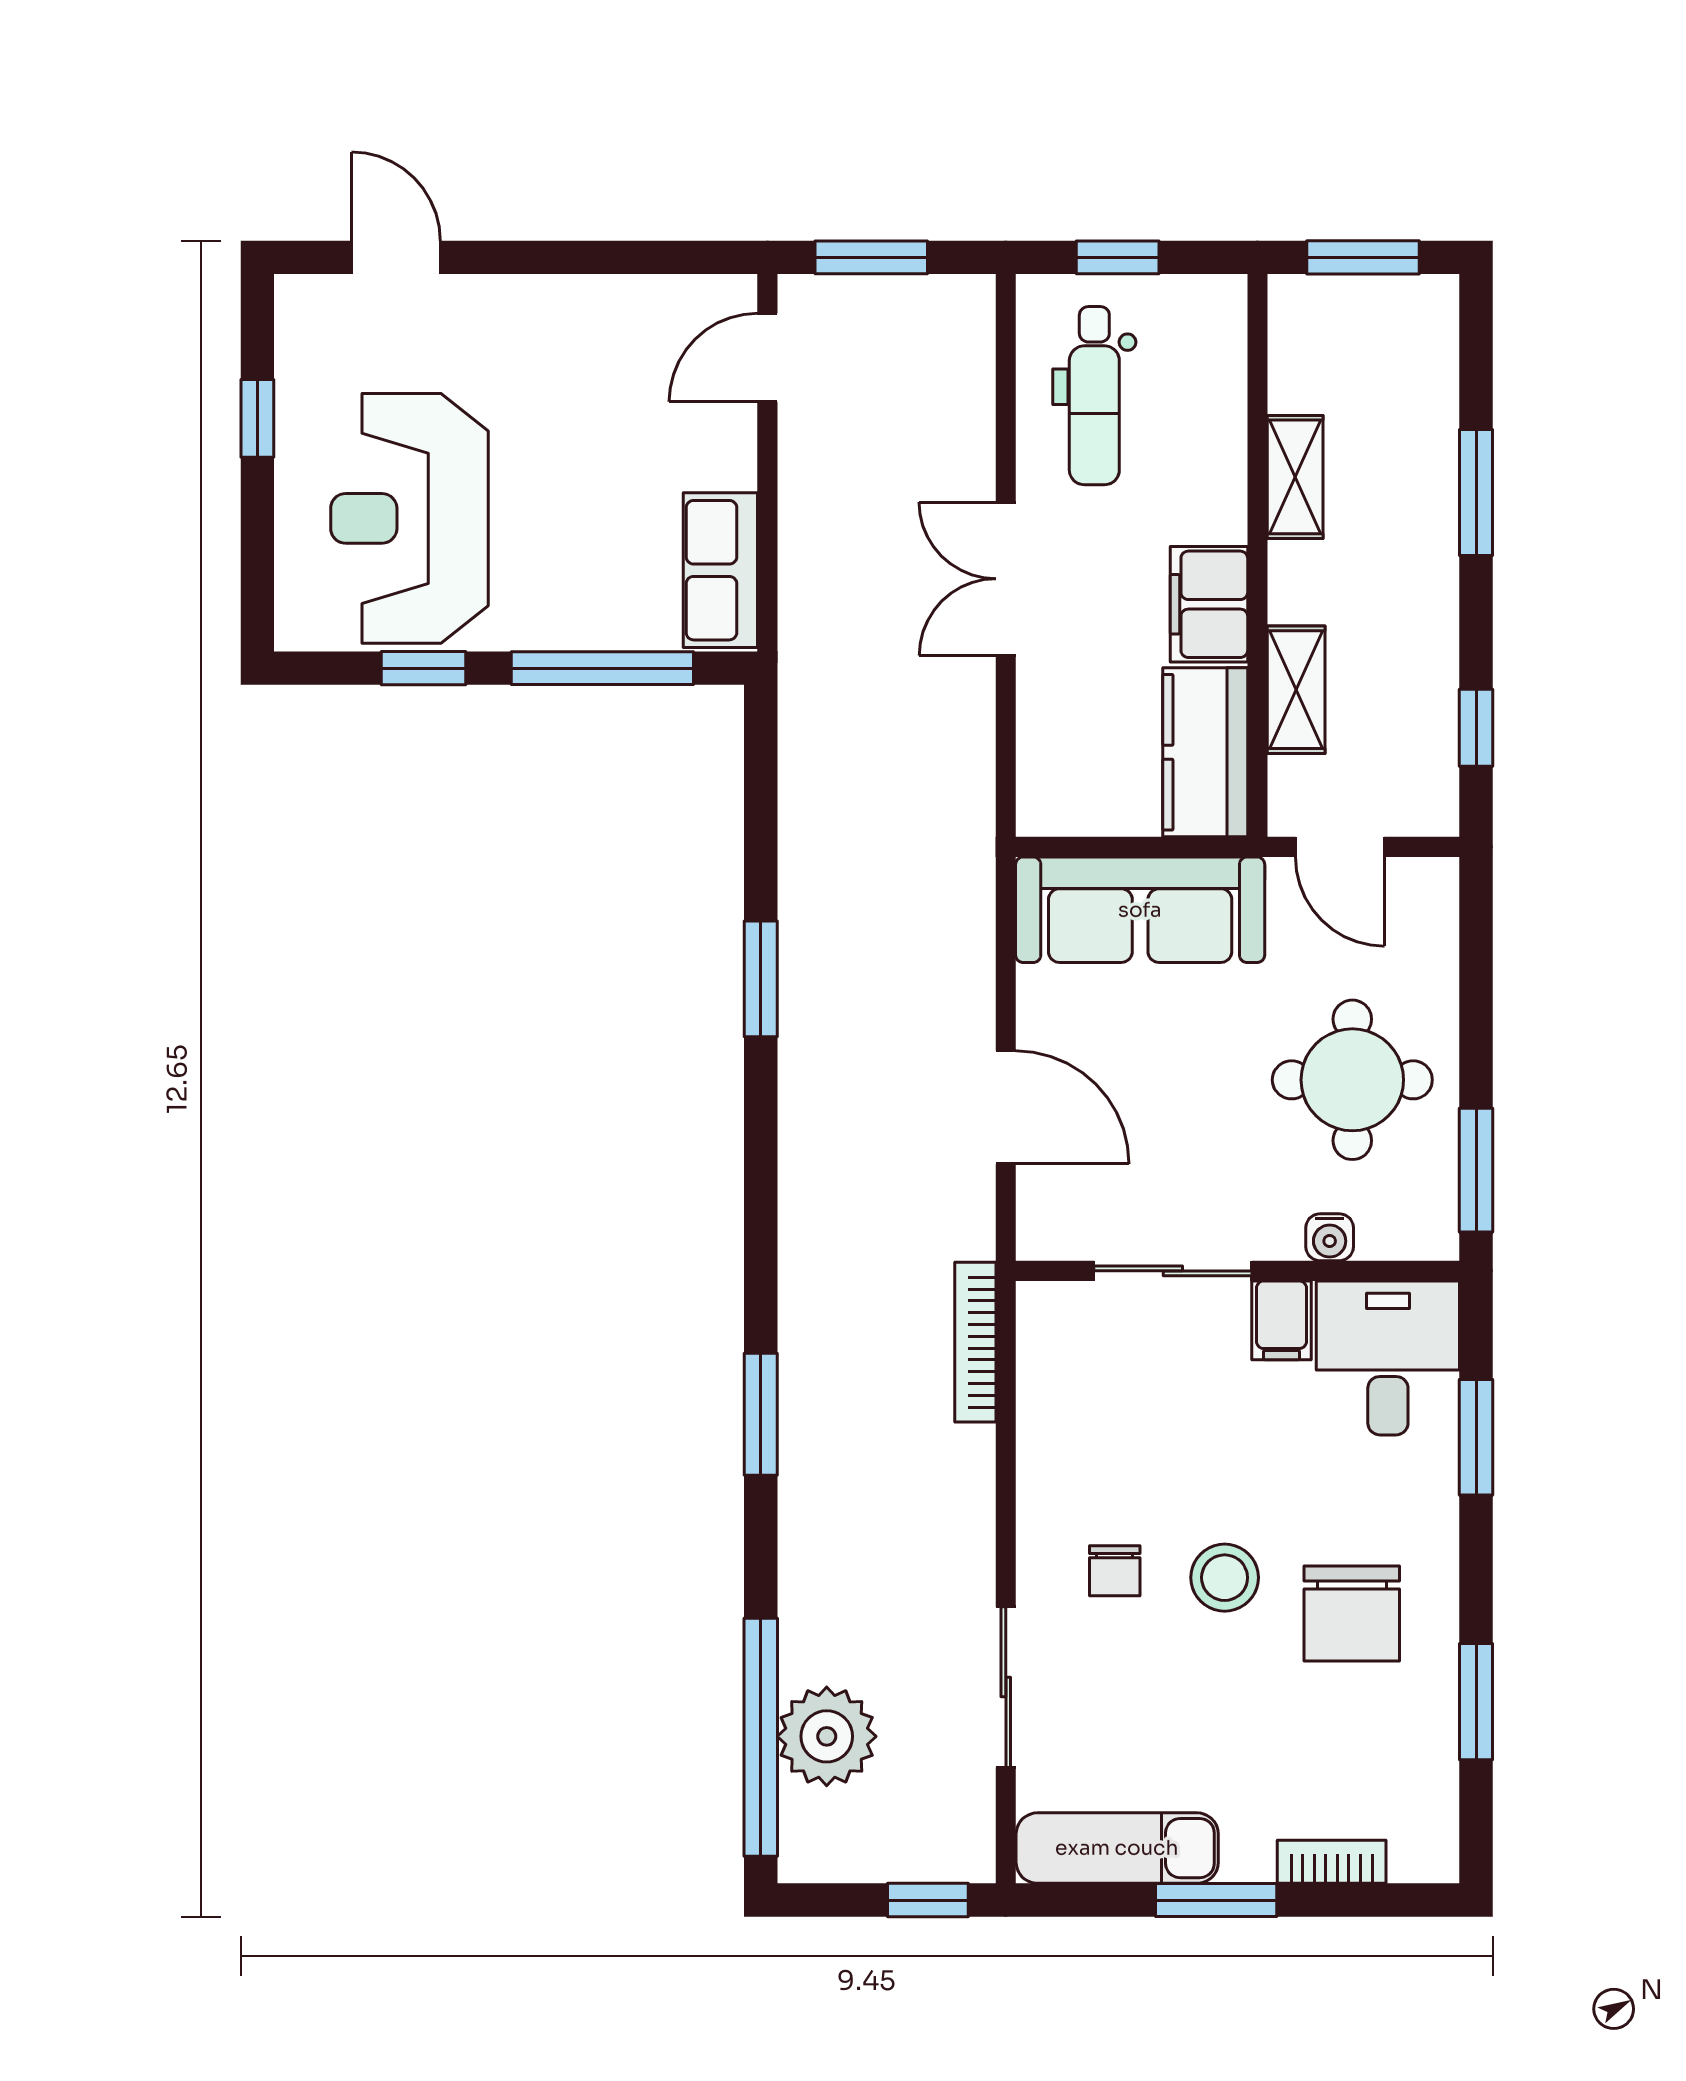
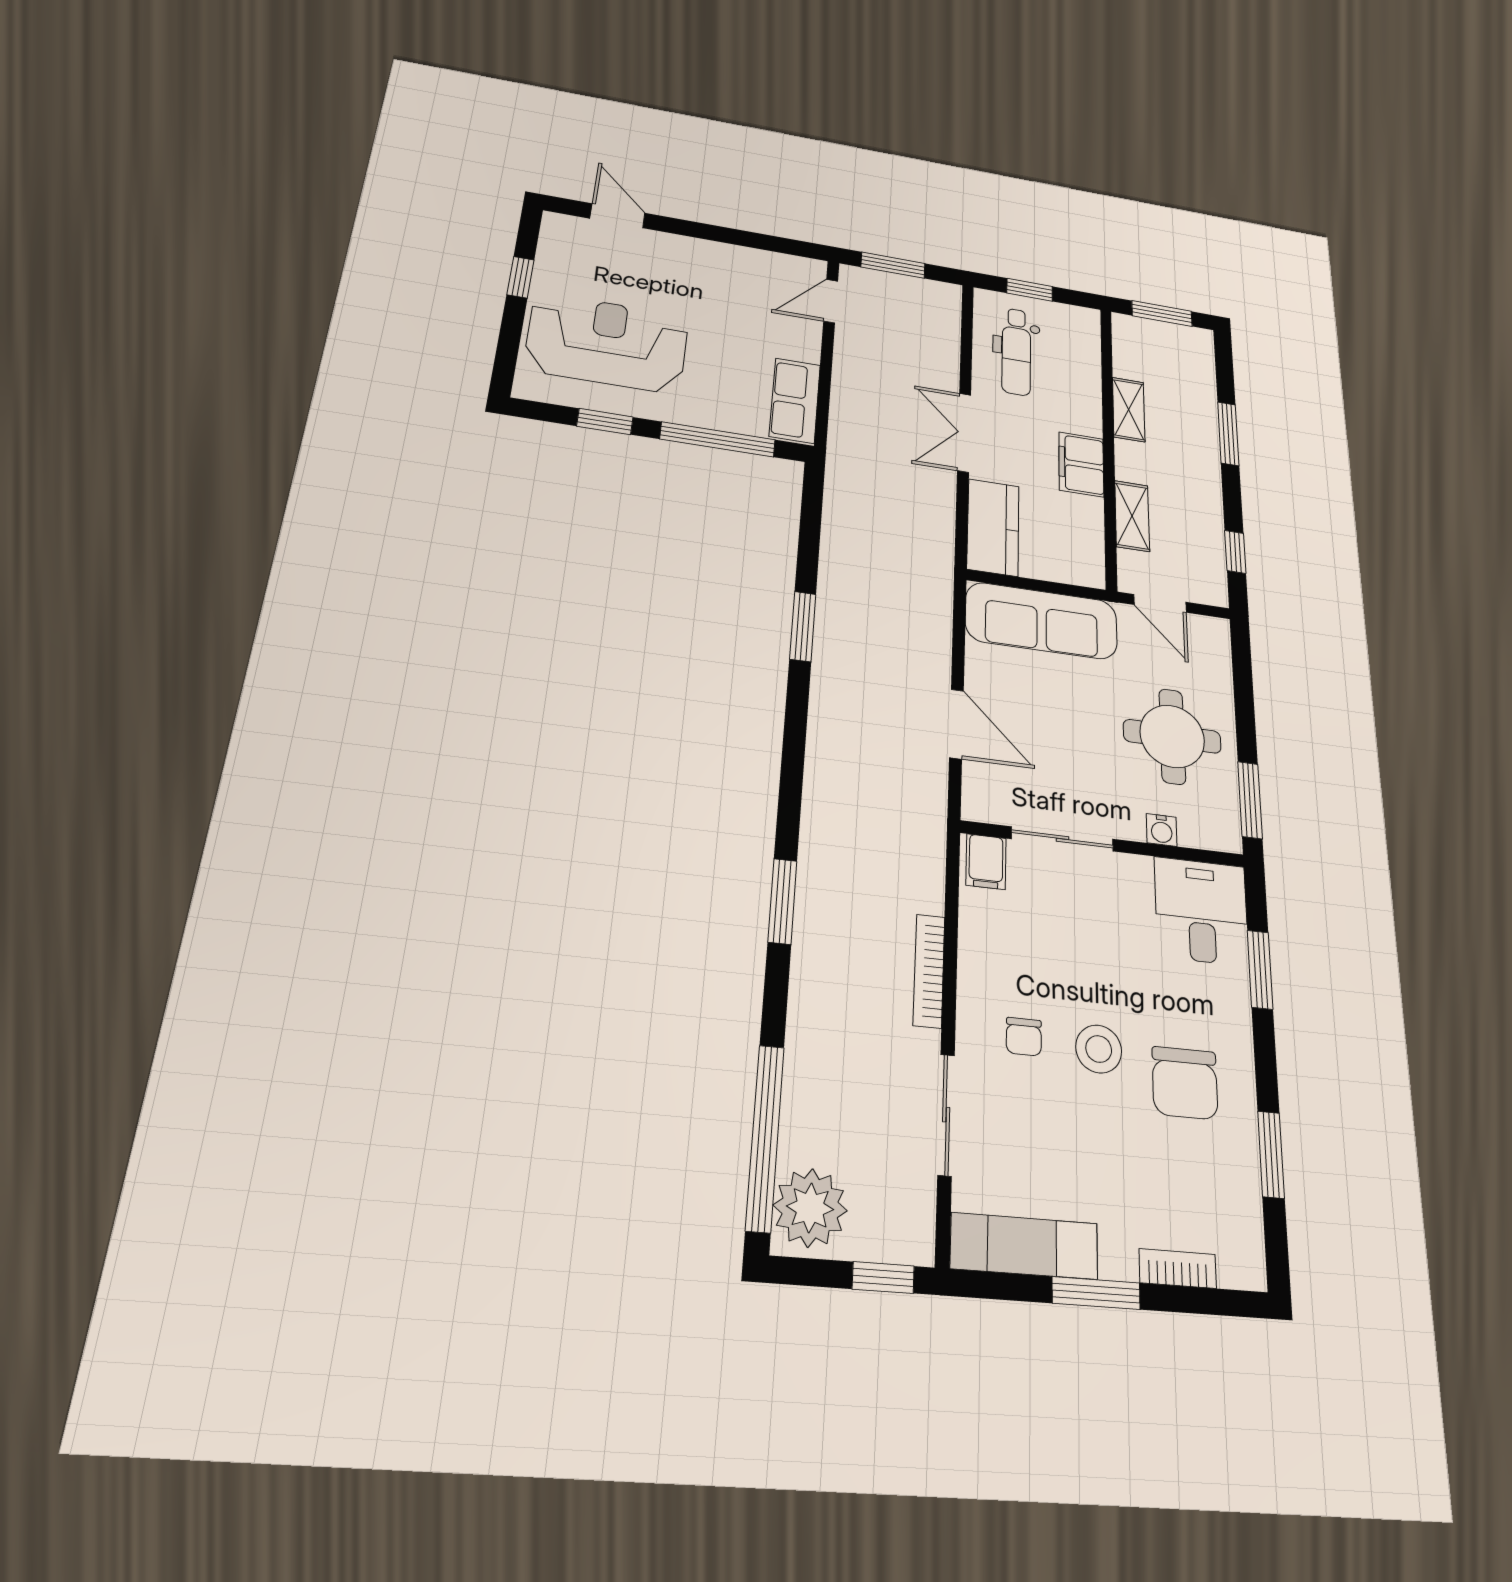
reception desk: (409, 518) -> (607, 343), turned 90
kitchen counter: (1205, 752) -> (993, 527), moved, turned 180
filing cabinet: (1281, 1320) -> (986, 862), moved
bookcase: (975, 1342) -> (929, 971), moved
plant: (827, 1736) -> (810, 1208), moved

